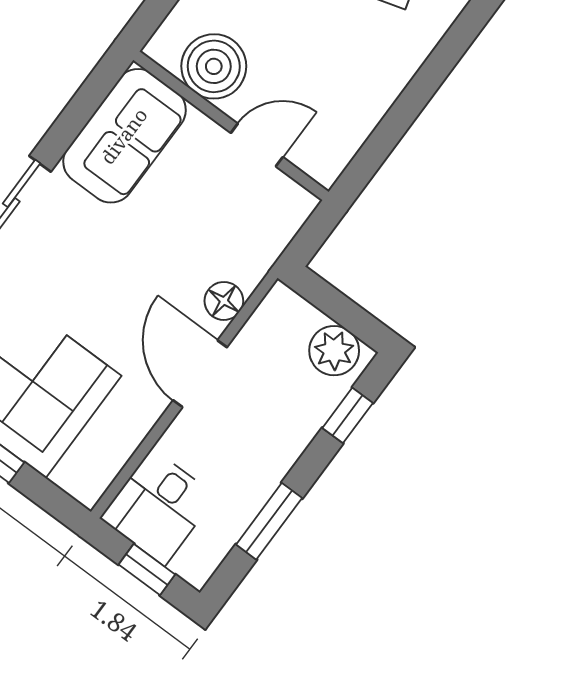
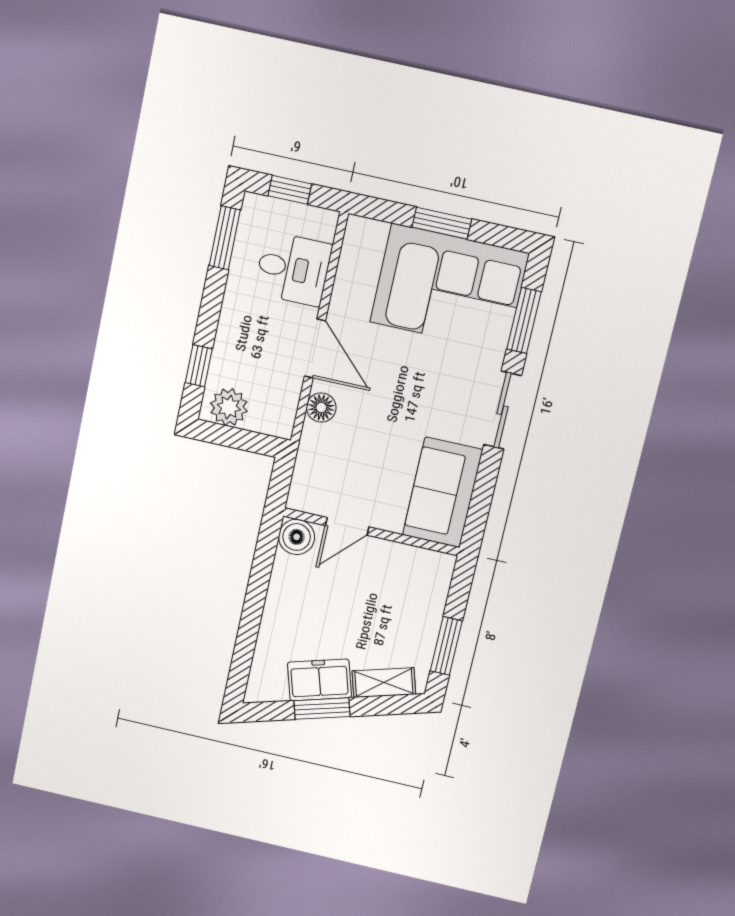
boiler: (214, 66) -> (297, 537), moved, width x0.73, depth x0.73
desk: (158, 507) -> (293, 269), moved, turned 90
window: (269, 521) -> (225, 238), moved

